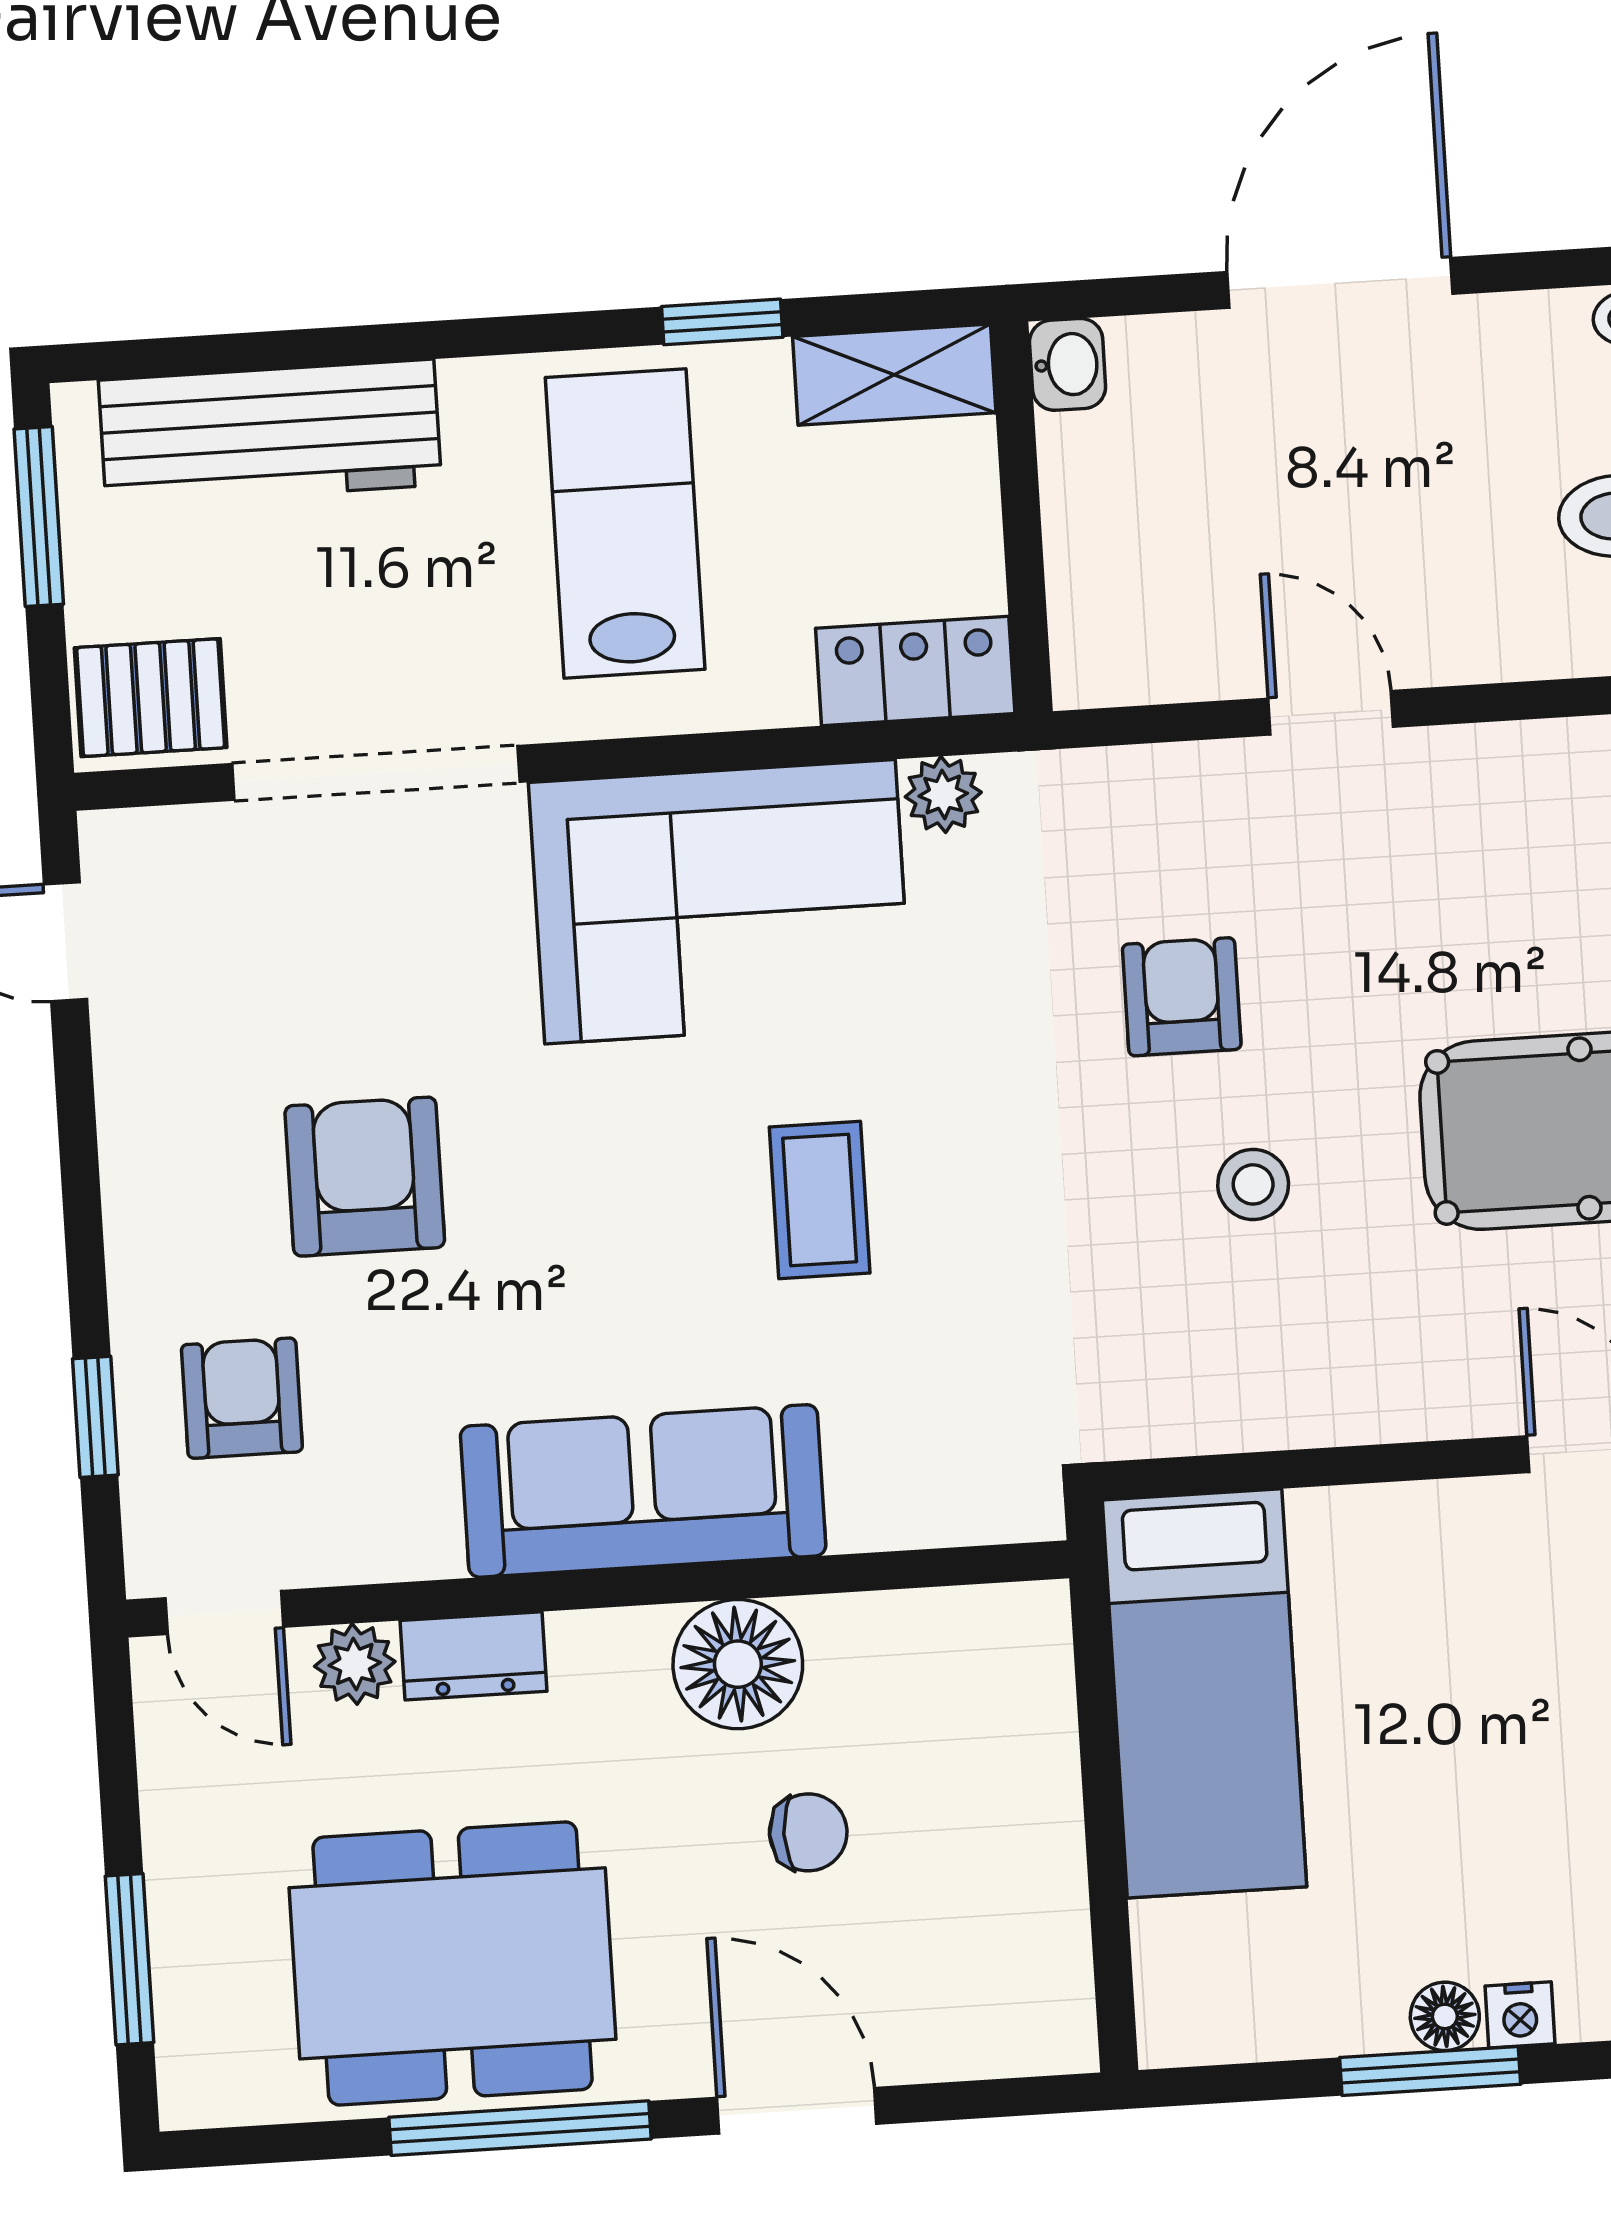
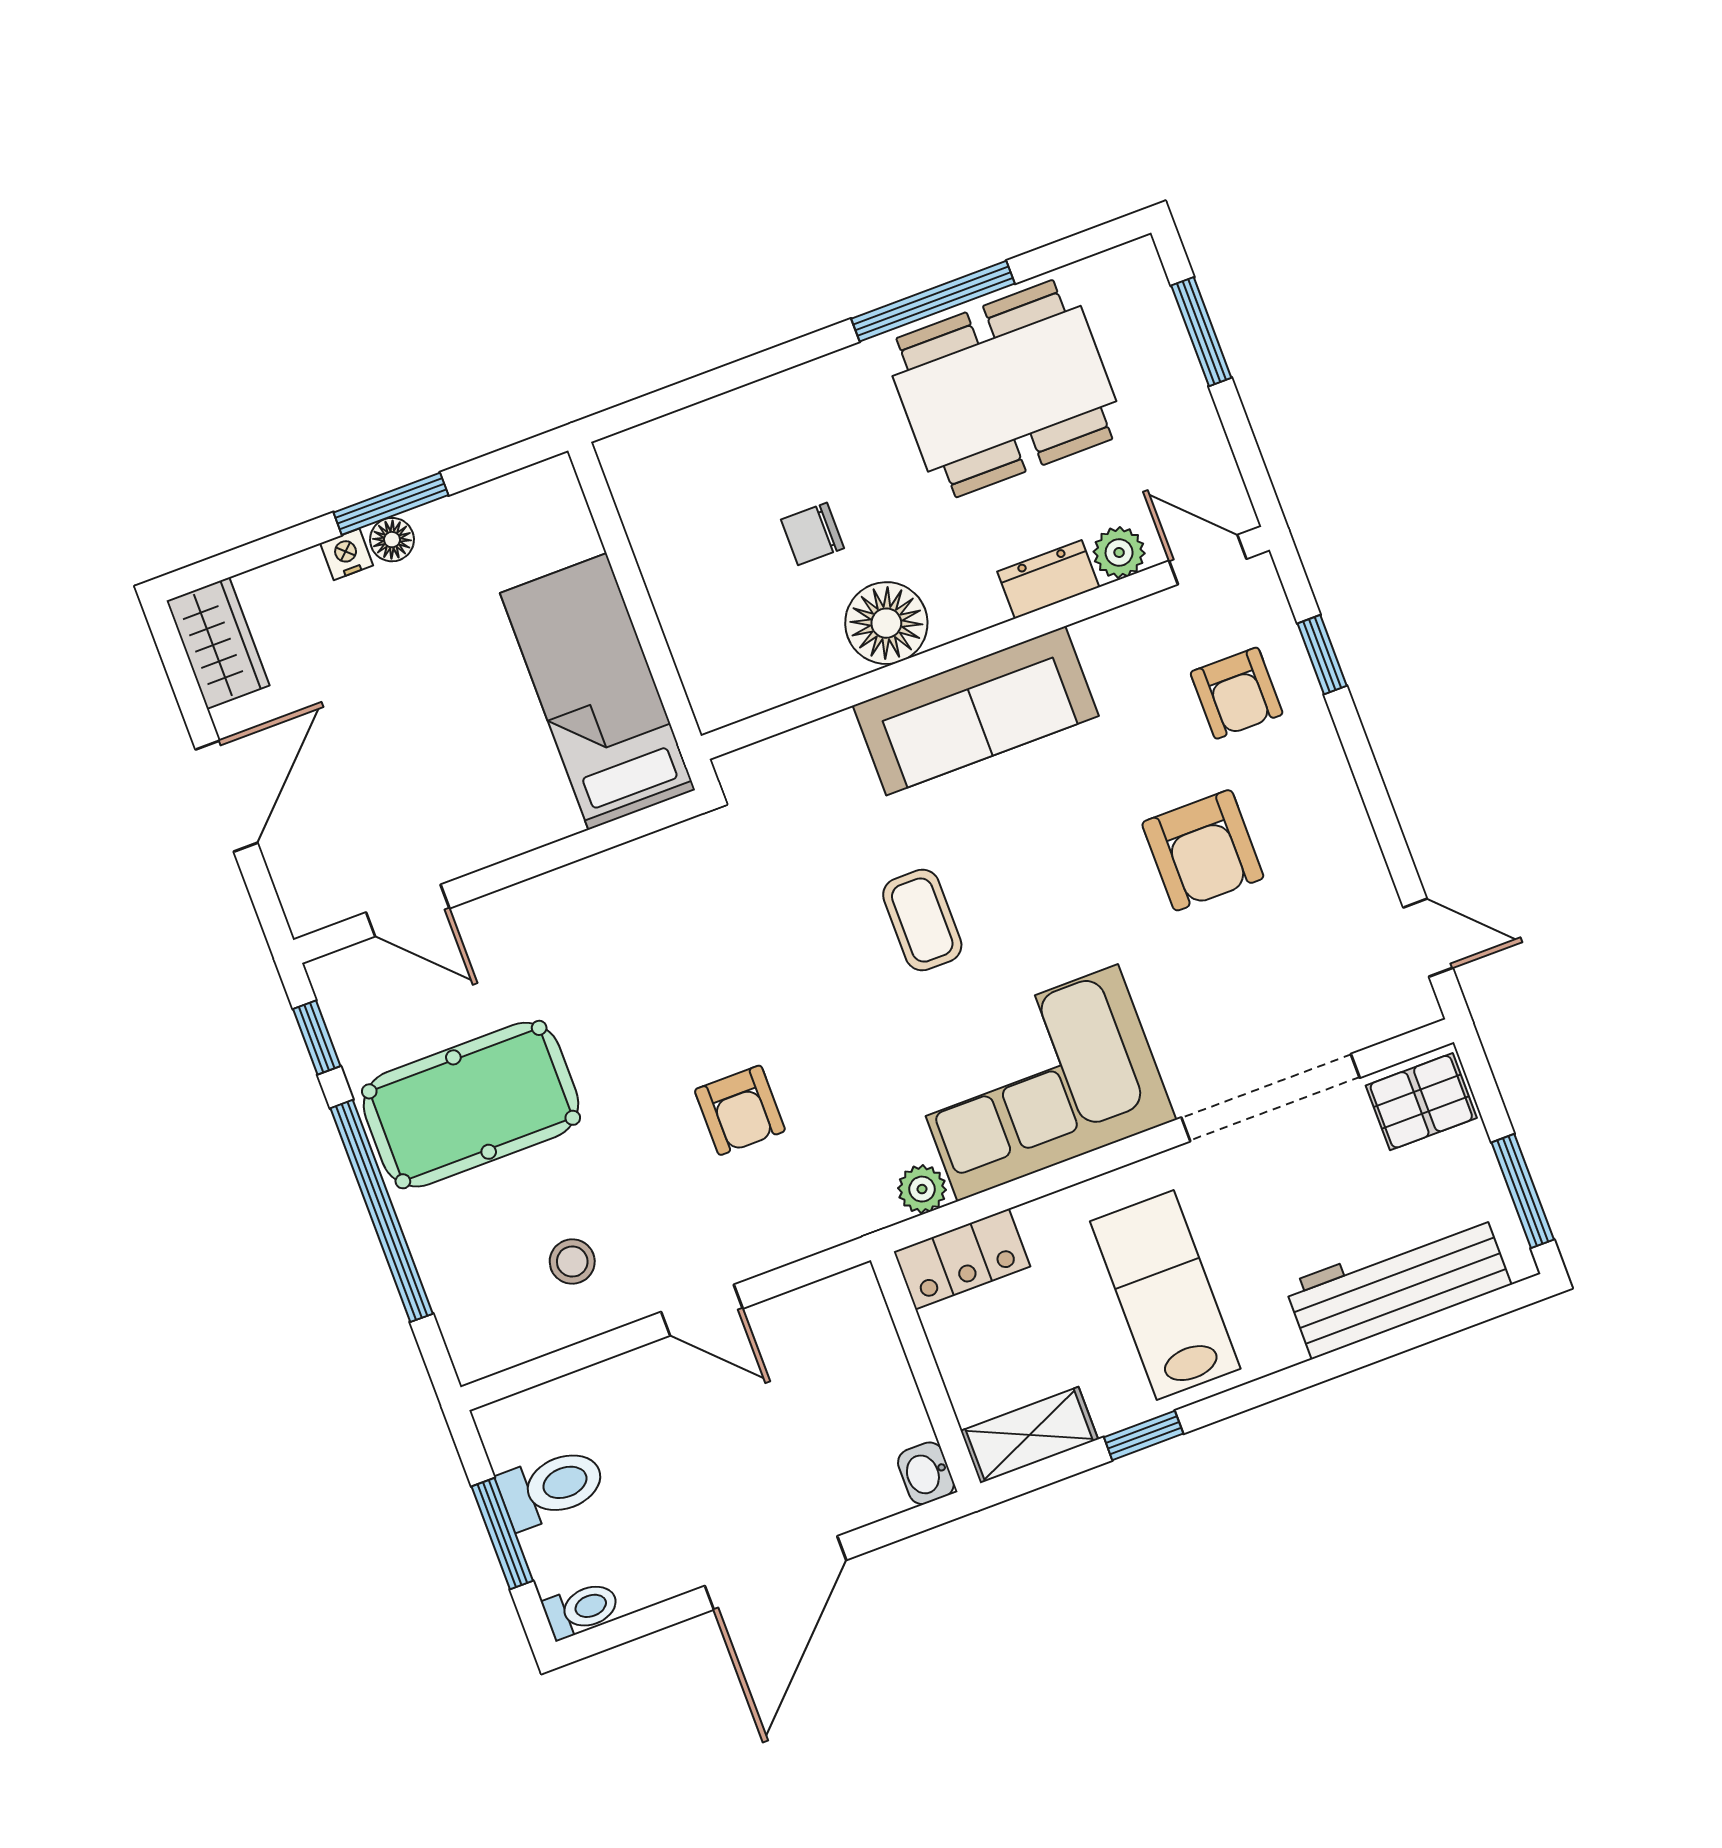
lab bench: (625, 523) -> (1165, 1295), turned 180
stool: (1253, 1184) -> (572, 1262), moved
door: (797, 2111) -> (768, 363), removed

